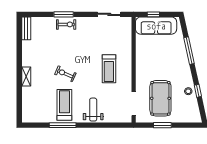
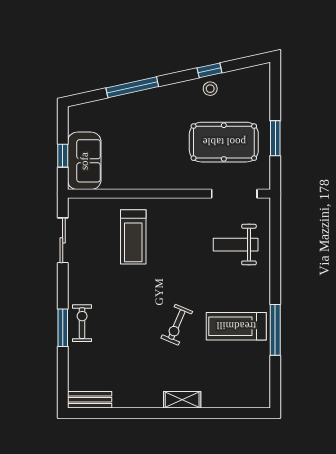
sofa: (156, 26) -> (84, 161), width x0.73
treadmill: (109, 69) -> (133, 237), moved, turned 90
weight bench: (93, 110) -> (236, 245), moved

